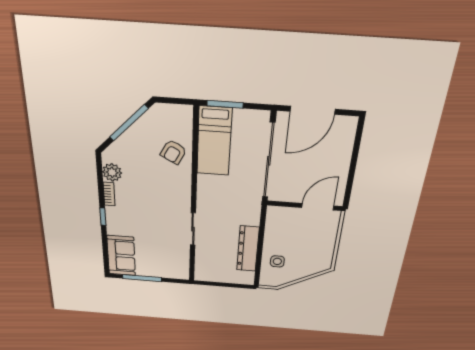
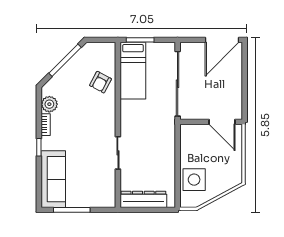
door: (313, 110) -> (222, 40), moved
door: (318, 207) -> (222, 122), swing flipped
dresser: (248, 249) -> (143, 199), moved, turned 90
sofa: (121, 256) -> (53, 179), width x1.36
side table: (277, 261) -> (194, 180), width x1.87, depth x1.87

